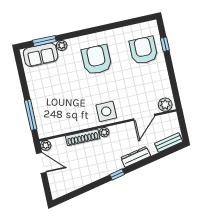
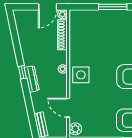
window: (31, 115) -> (113, 7), moved
shoe rack: (83, 137) -> (62, 35), moved
dresser: (136, 157) -> (32, 79), moved

